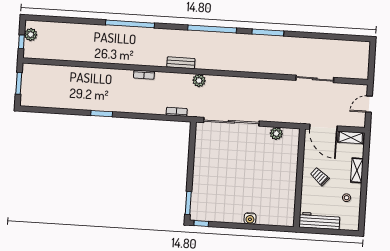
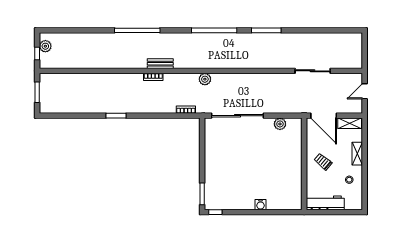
bench: (181, 63) -> (160, 64), moved

